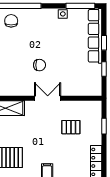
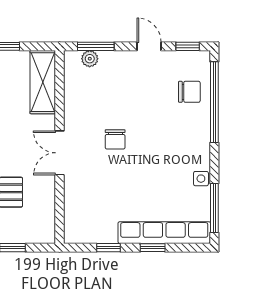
double door: (48, 98) -> (60, 153), swing flipped

